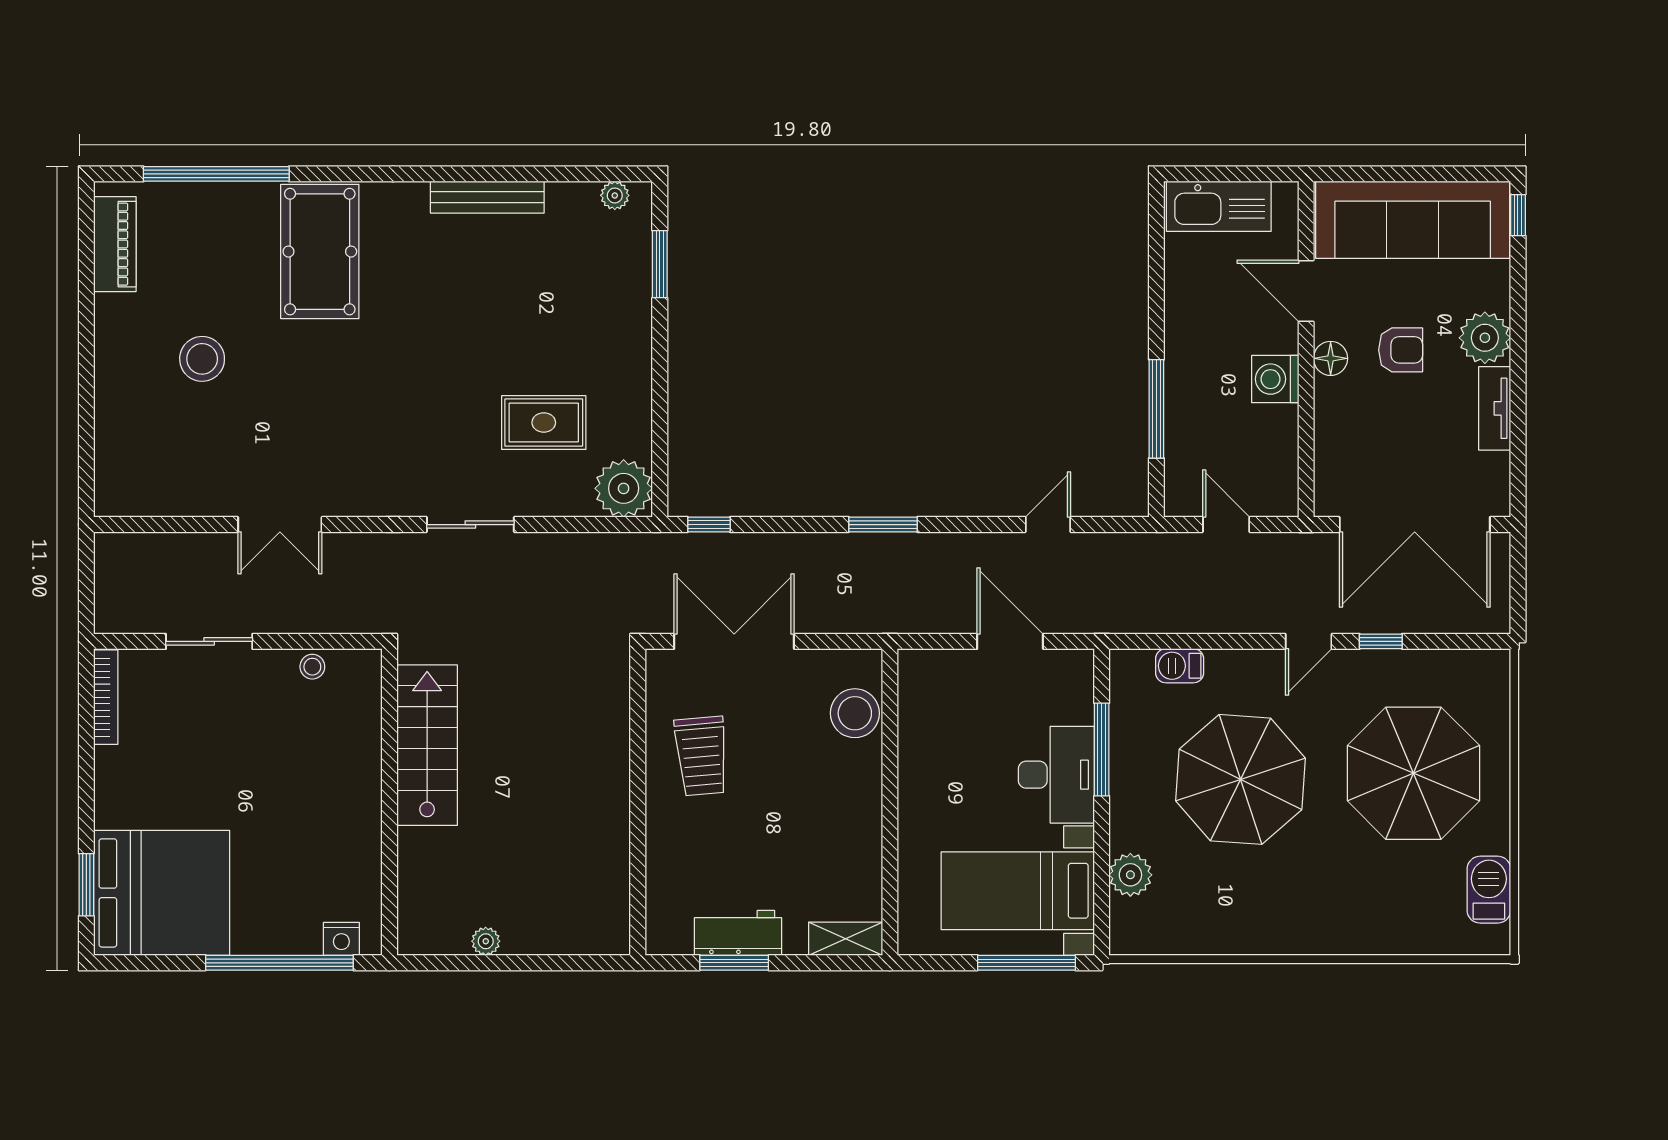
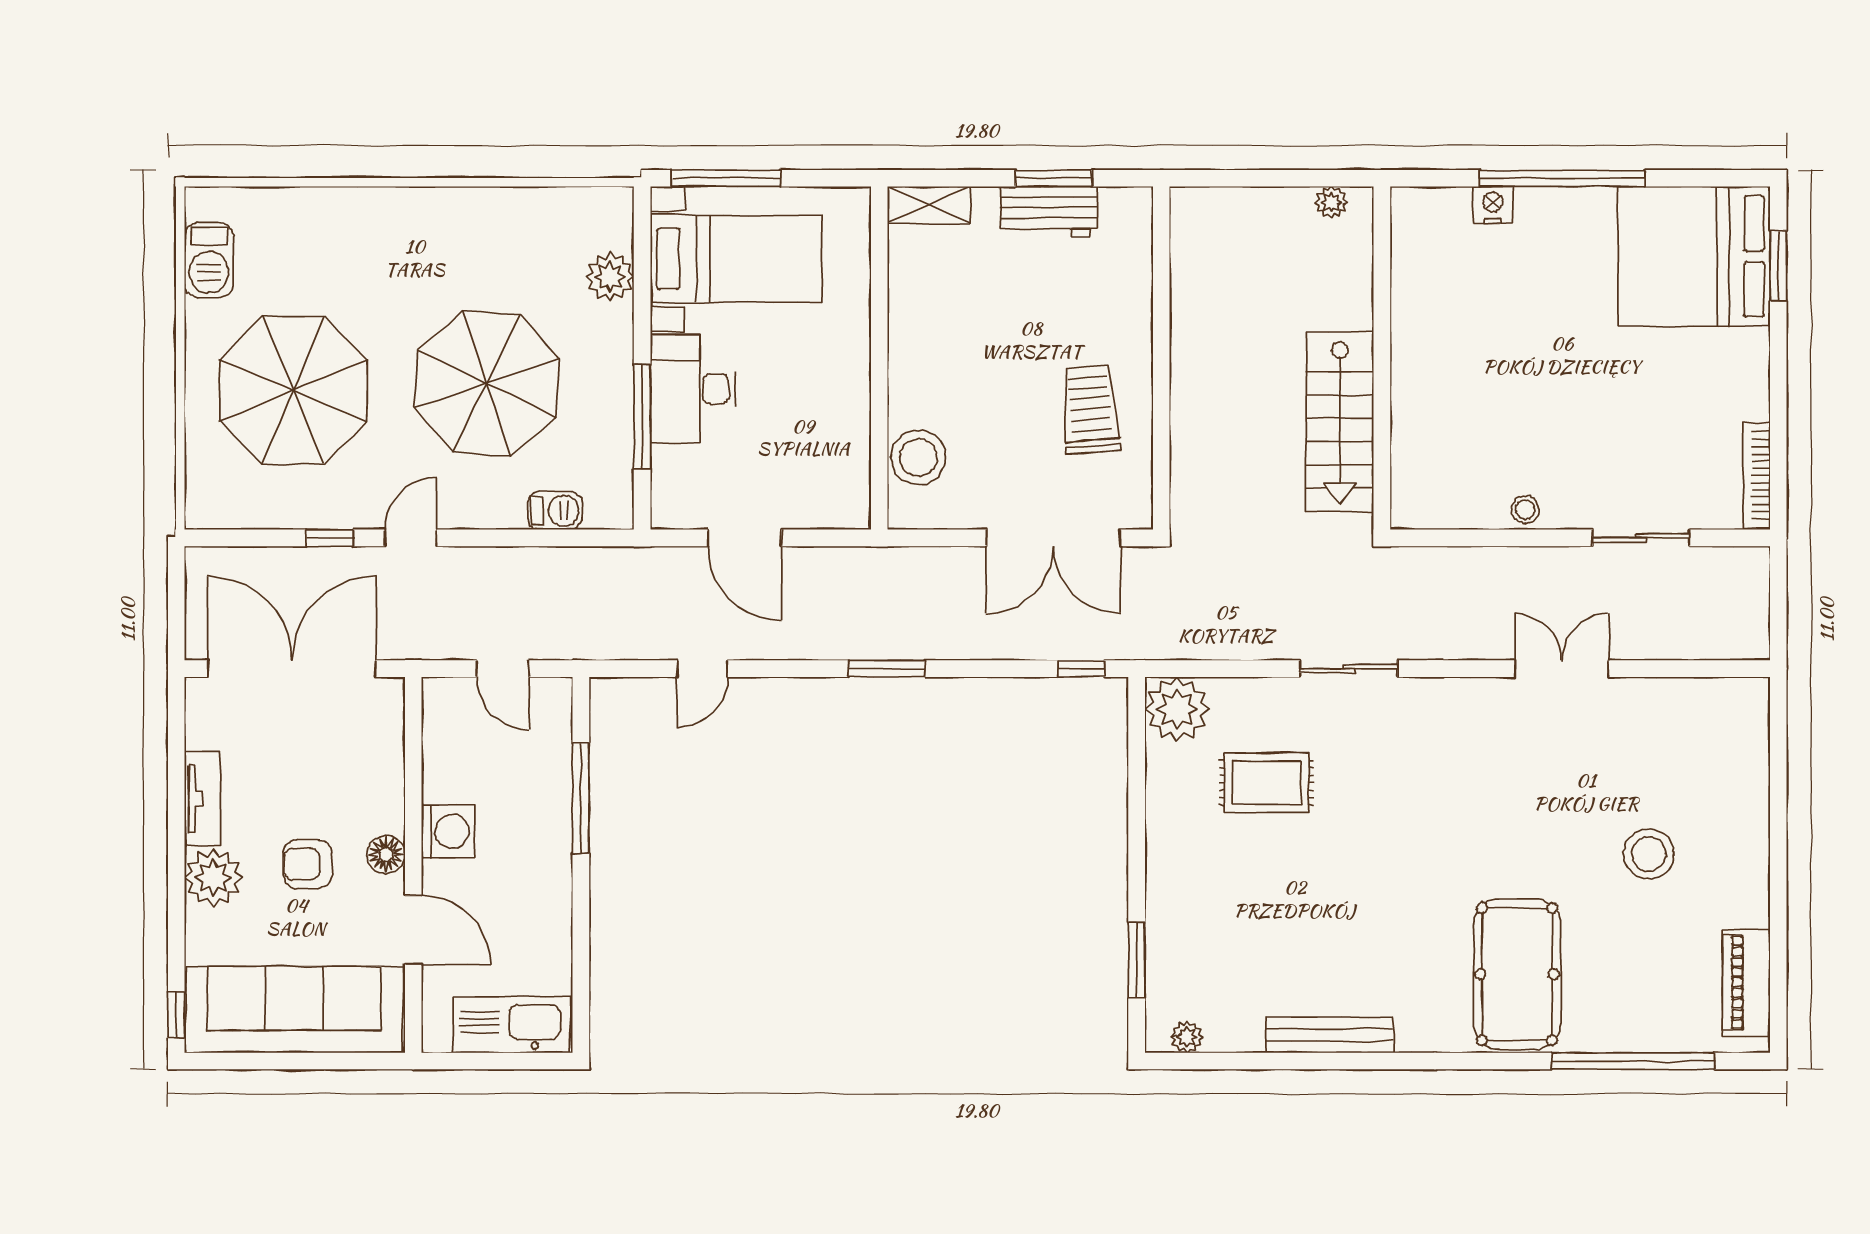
stairs: (427, 745) -> (1340, 422), moved
wall: (389, 802) -> (1382, 358), moved

